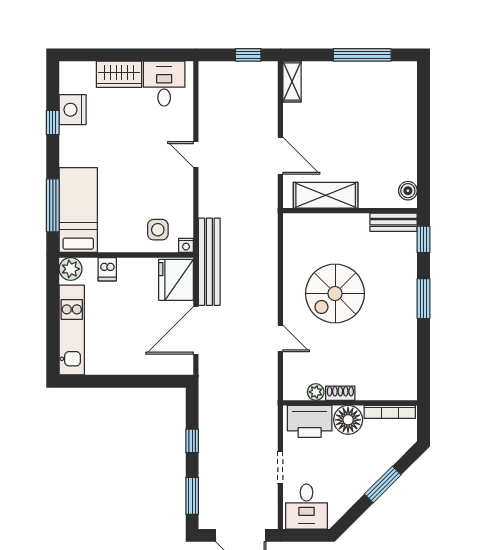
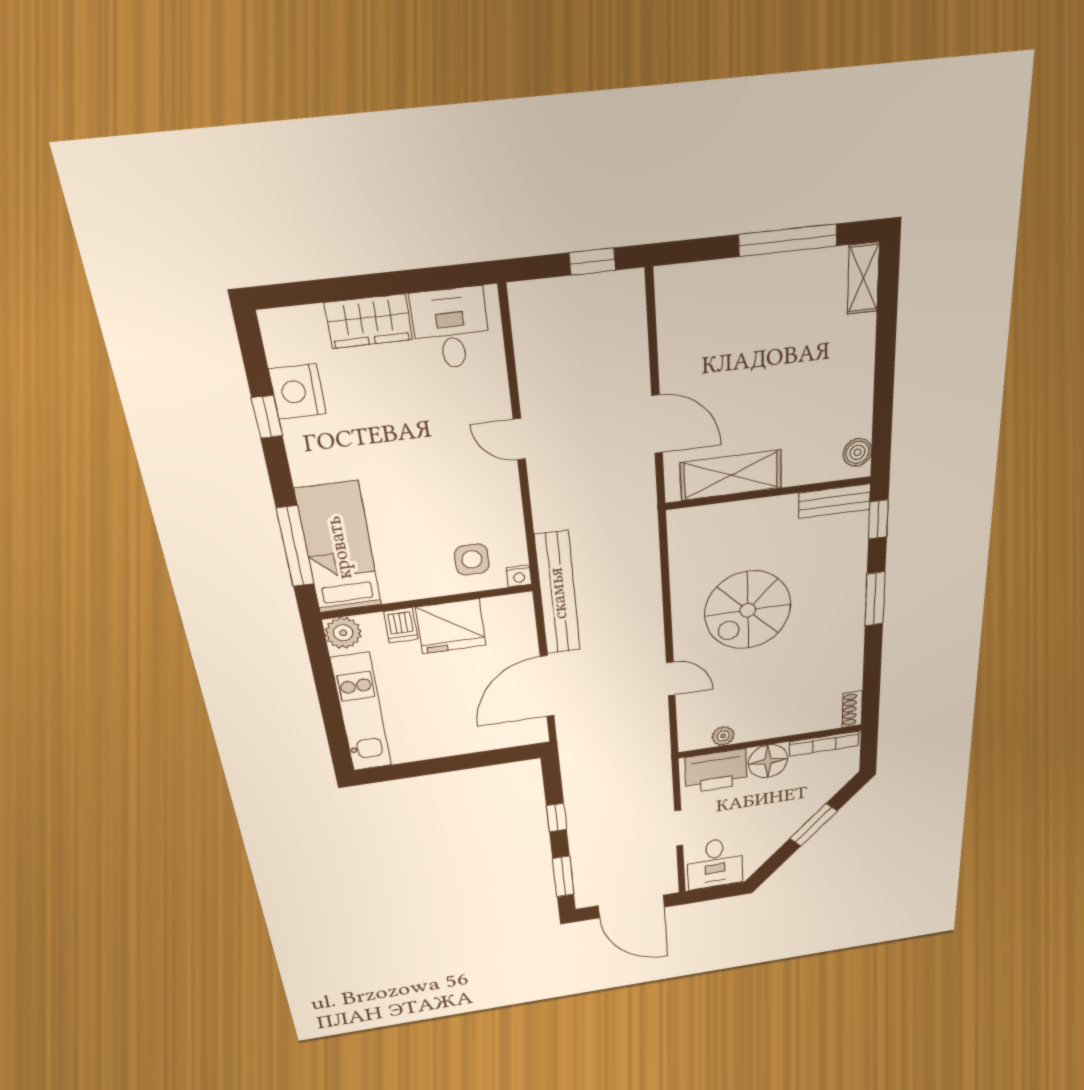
shelving: (292, 82) -> (863, 278), moved
fridge: (176, 280) -> (451, 626), moved, turned -90
shoe rack: (340, 393) -> (852, 709), moved, turned -90

